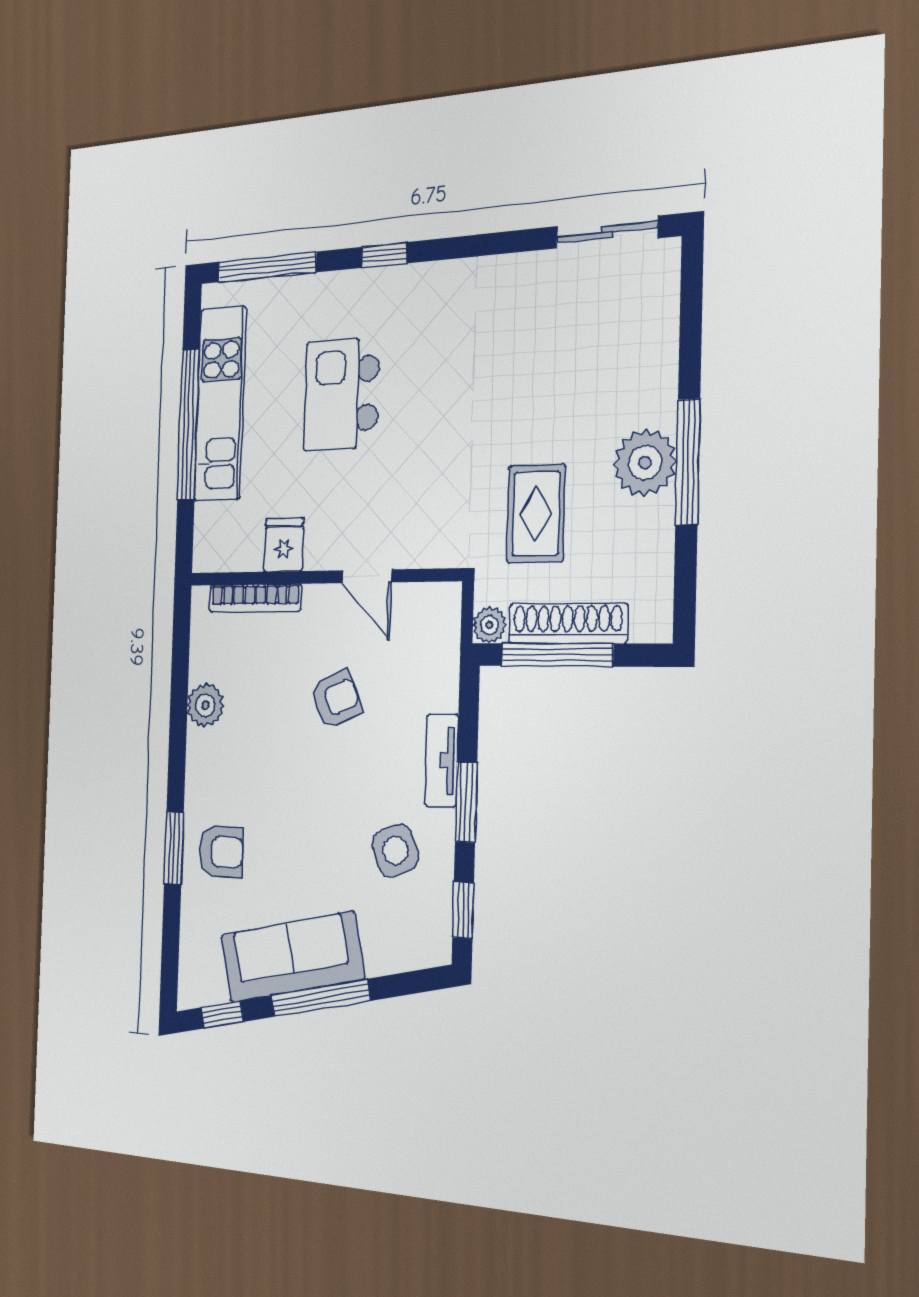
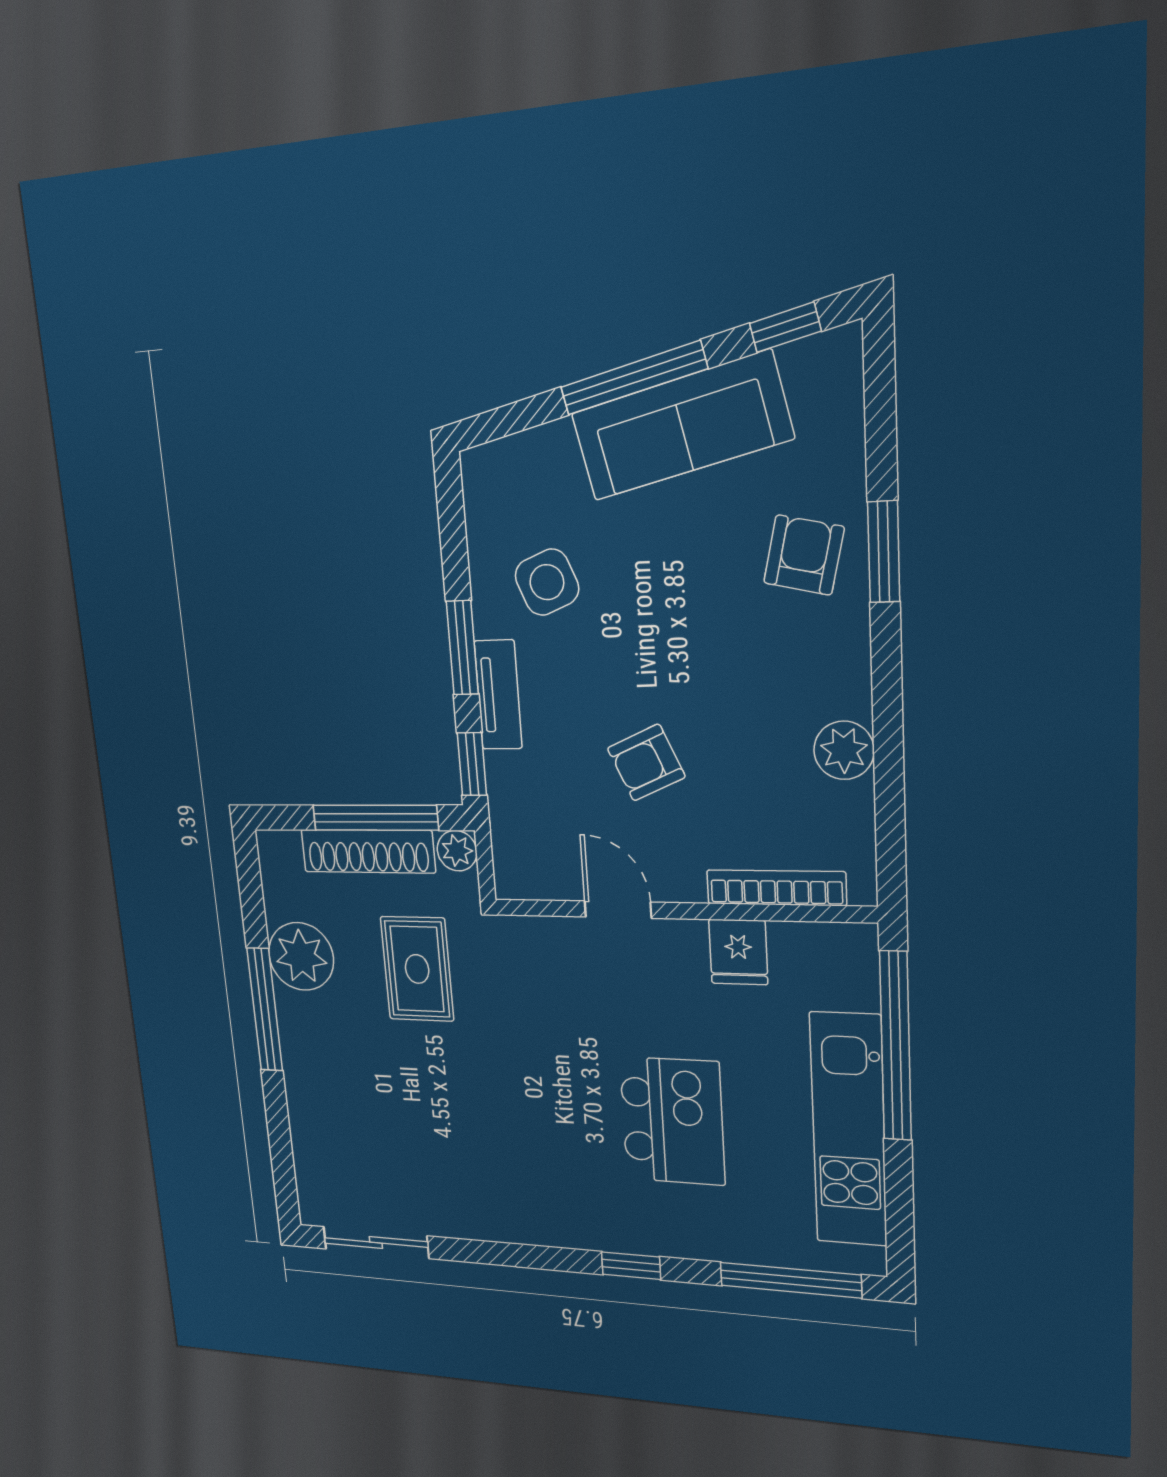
window: (188, 424) -> (896, 1046), moved
plant: (645, 463) -> (301, 956), moved
armchair: (221, 852) -> (804, 555), turned 103
window: (463, 910) -> (472, 764), moved

